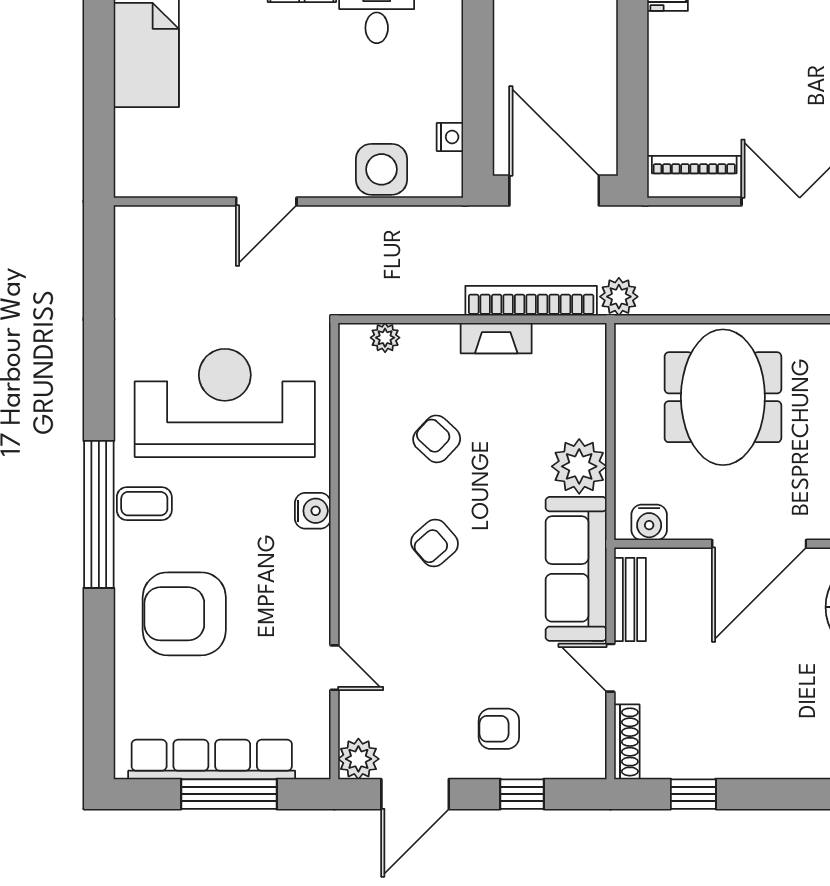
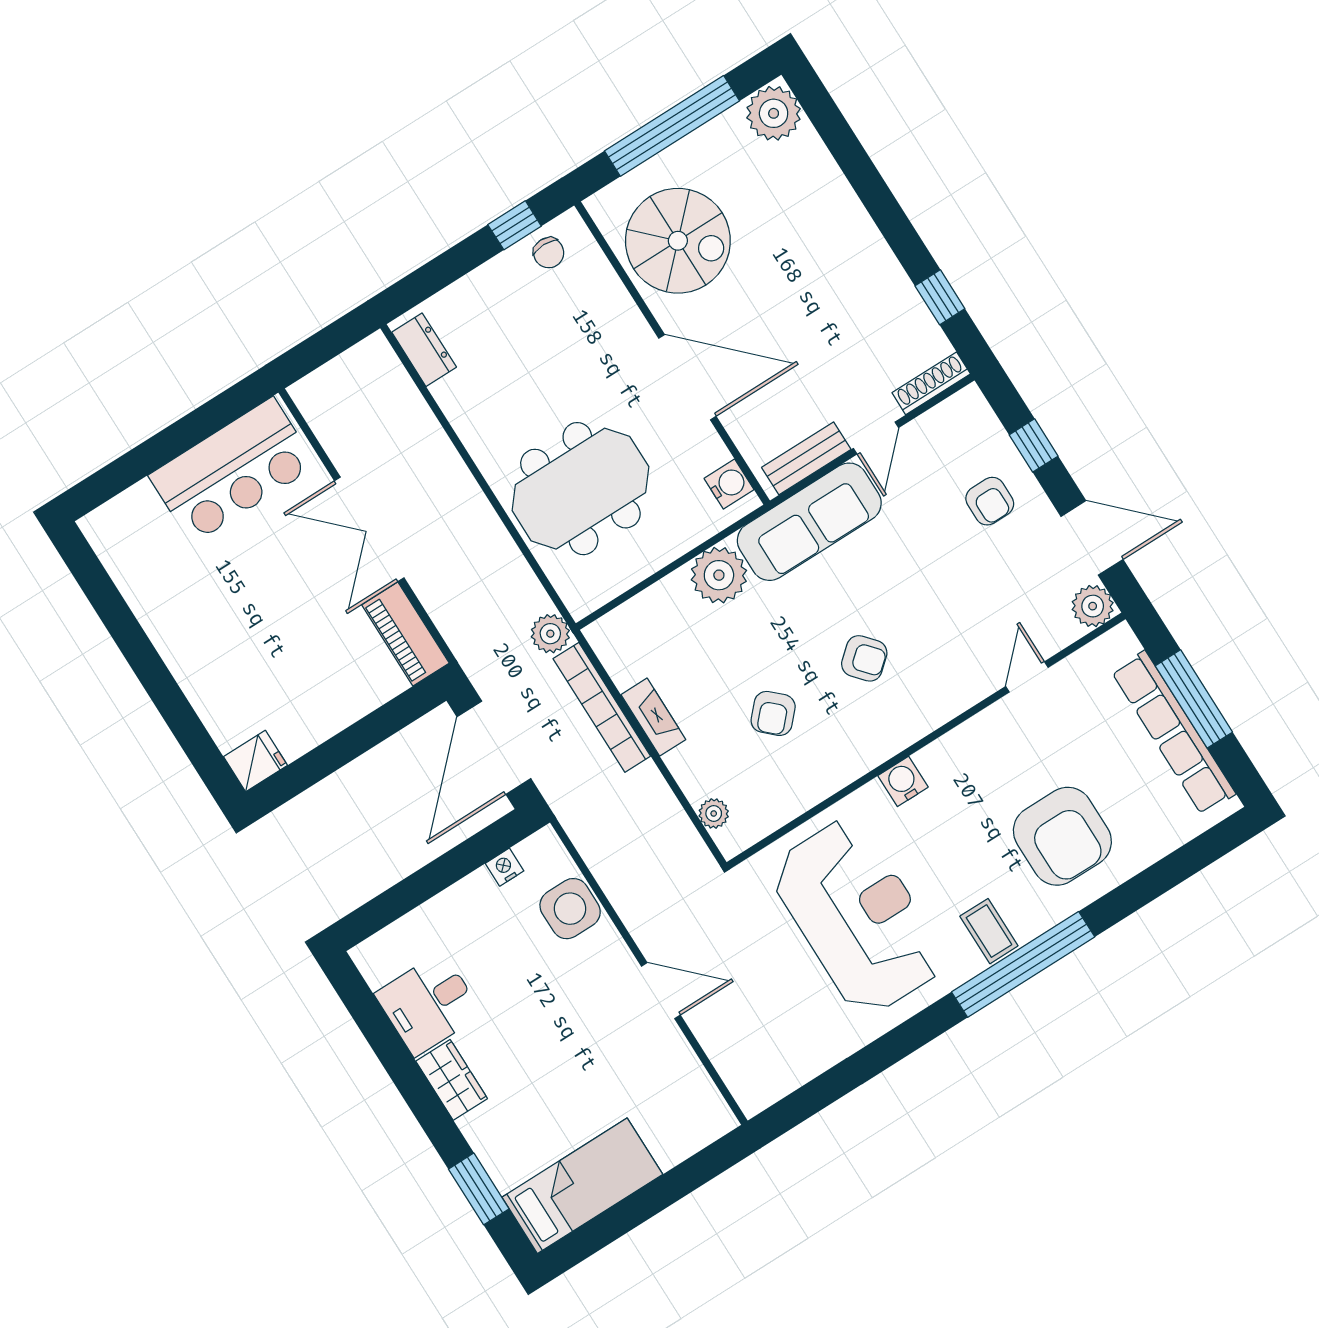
reception desk: (225, 403) -> (858, 916), turned 180

